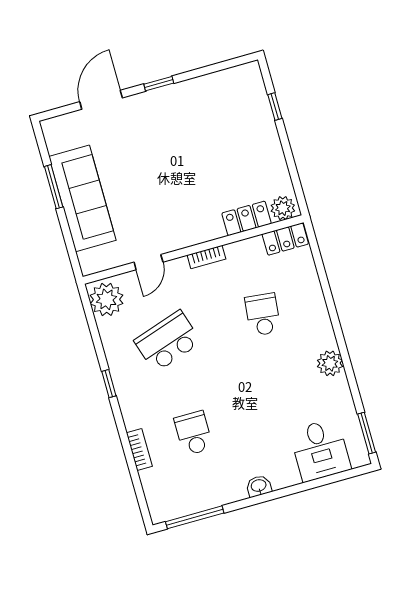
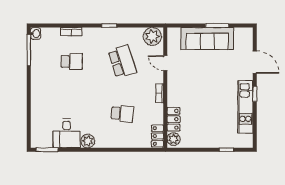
kitchen unit: (187, 94) -> (245, 107), added
desk: (320, 450) -> (67, 133), moved, turned -90
washbasin: (259, 486) -> (36, 33), moved

